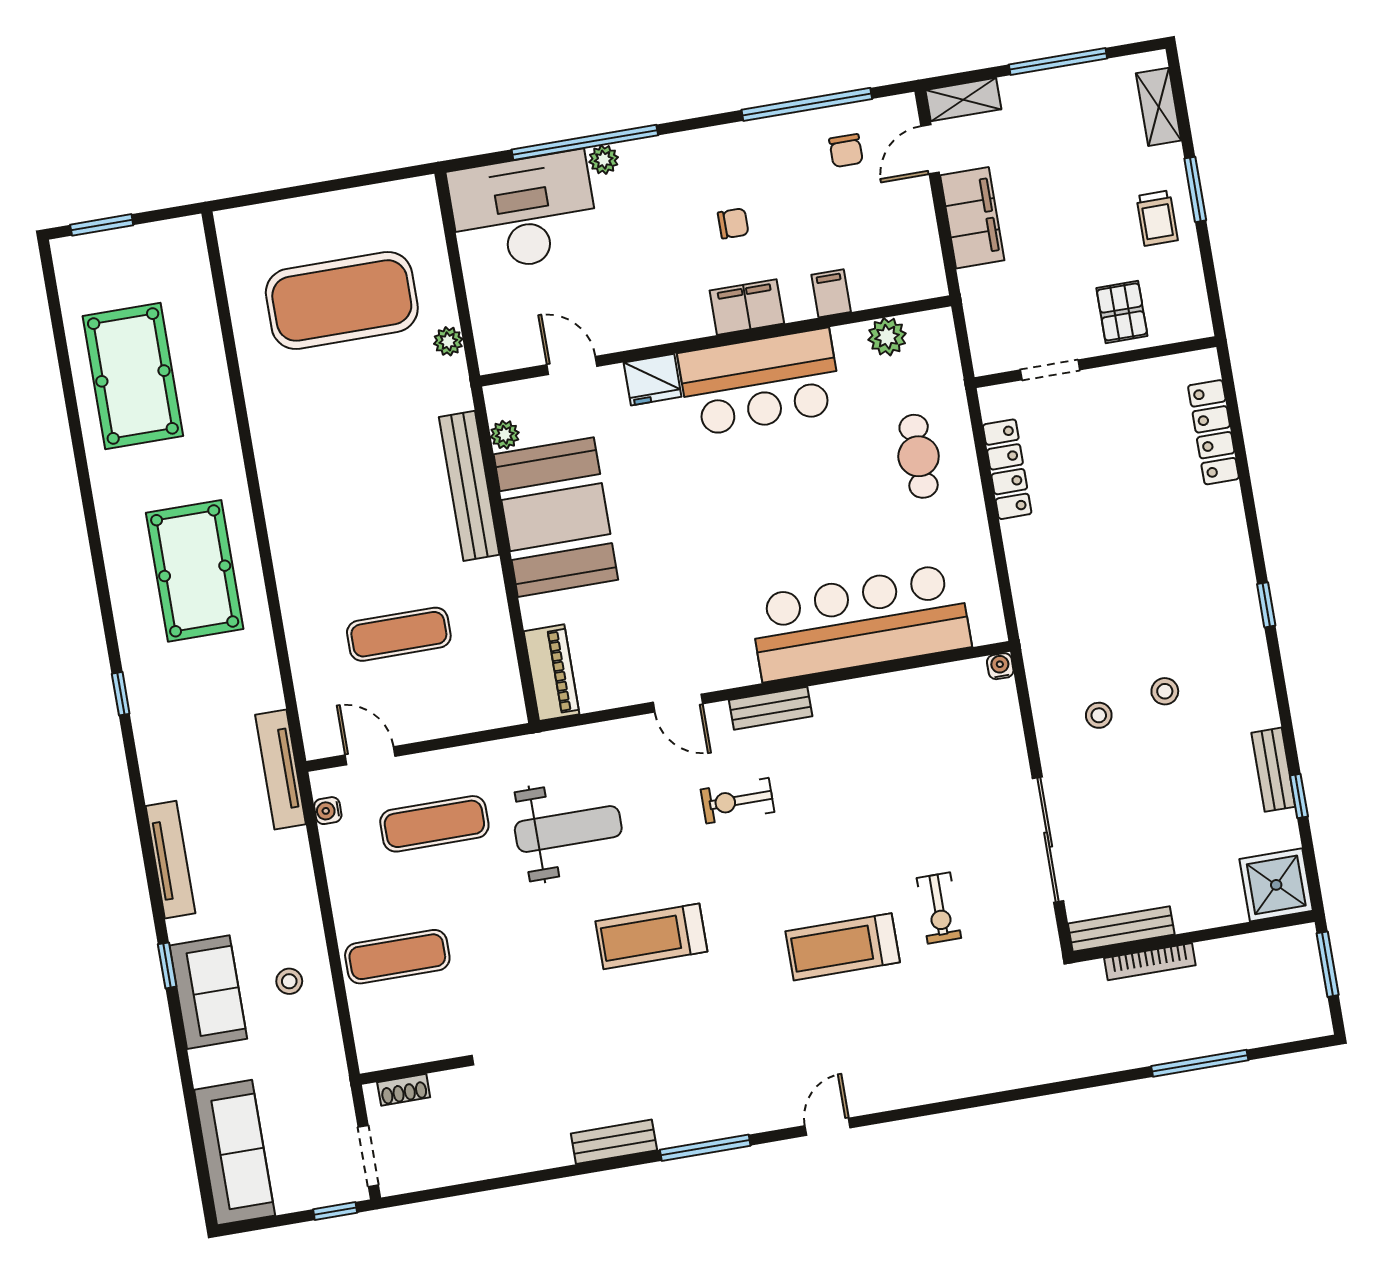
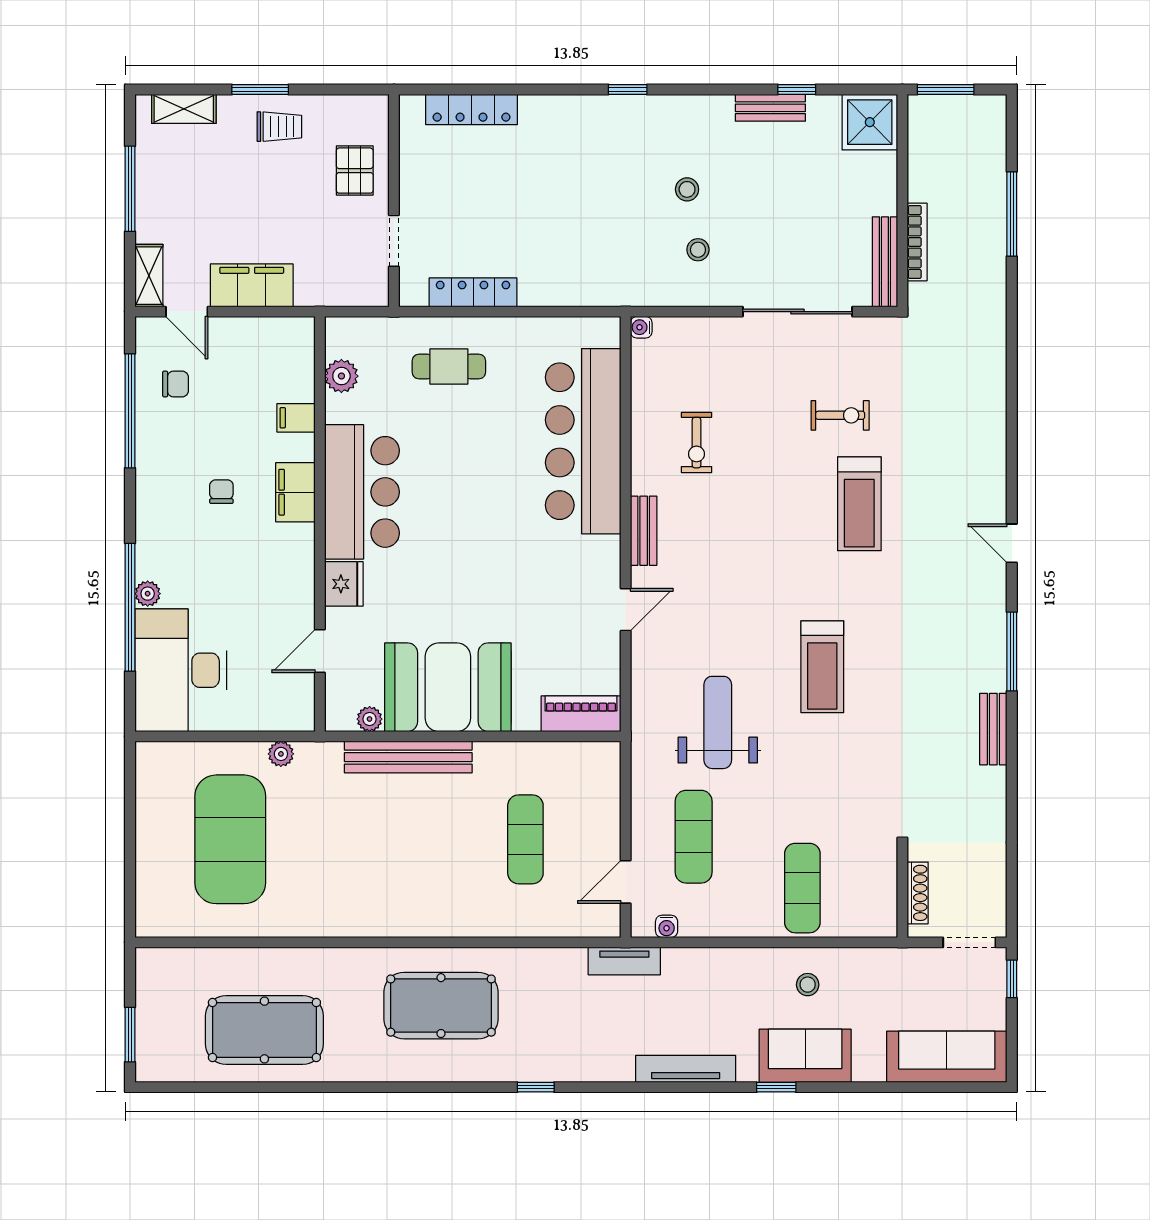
pallet: (1122, 312) -> (355, 171), turned 90
tv unit: (280, 770) -> (624, 961), width x0.71
exercise bike: (738, 801) -> (697, 443), moved
shoe rack: (404, 1090) -> (918, 893), width x1.43

